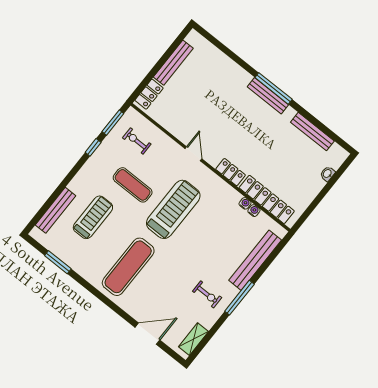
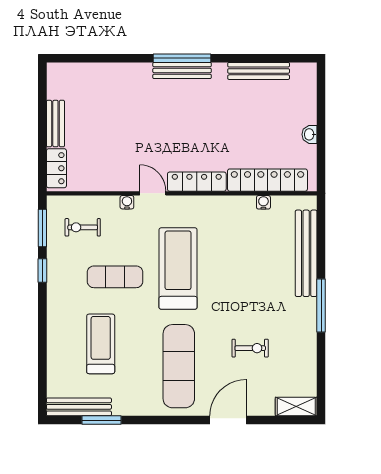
bench: (173, 63) -> (55, 124), width x0.73
locker: (231, 172) -> (197, 182), width x1.53
washbasin: (327, 174) -> (310, 134), moved
water cooler: (245, 203) -> (127, 202), moved
bench: (55, 210) -> (79, 407), moved, turned 90
exercise bike: (207, 294) -> (250, 348), moved
door: (147, 334) -> (228, 420), moved
shelving: (194, 339) -> (296, 407), moved, turned 90

